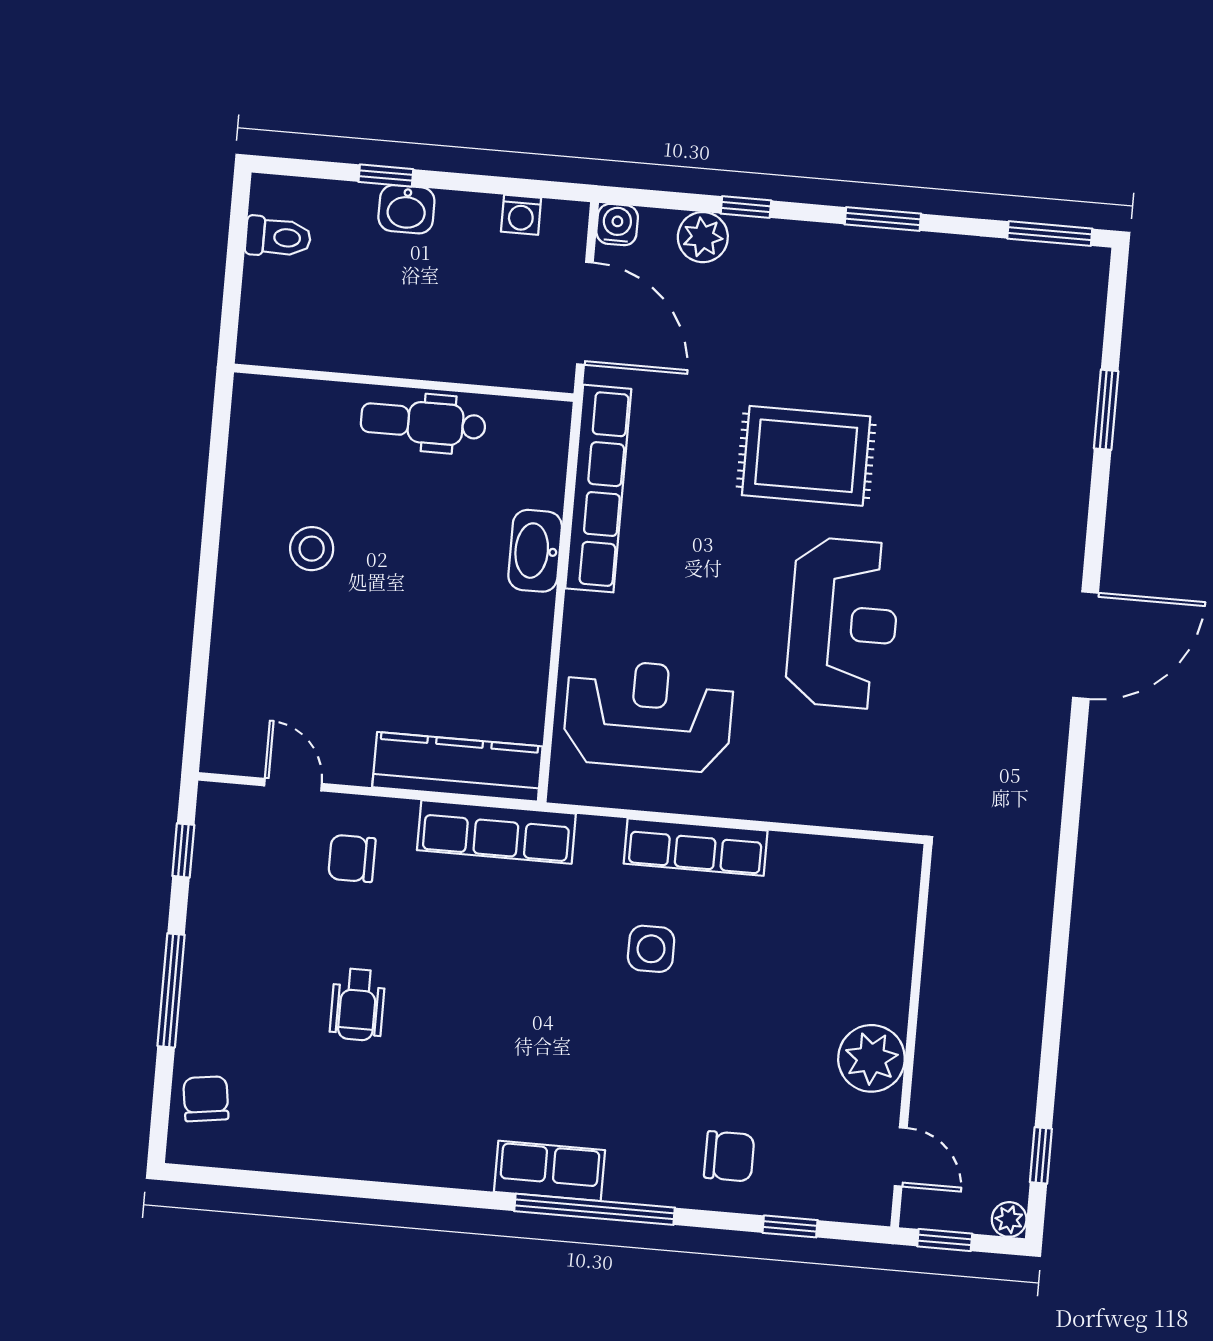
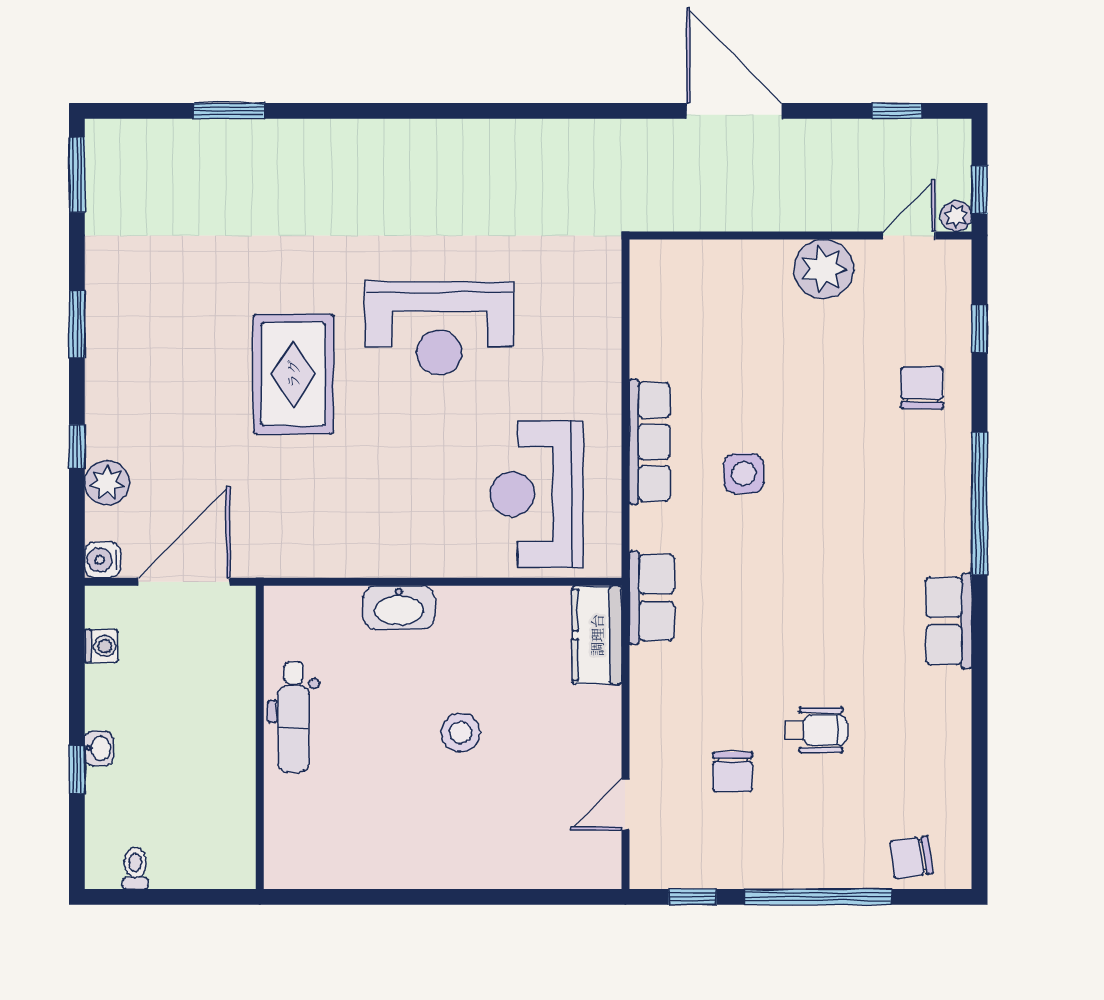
washbasin: (406, 209) -> (99, 748), width x0.72, depth x0.69
toilet: (278, 237) -> (135, 868), width x0.73, depth x0.72
row of seats: (598, 489) -> (339, 556), removed
stool: (312, 549) -> (461, 732), moved
reception desk: (843, 623) -> (439, 328), turned 180
door: (1086, 645) -> (734, 111), moved
kitchen counter: (457, 767) -> (597, 635), width x0.67
row of seats: (496, 832) -> (652, 598), width x0.68
chair: (352, 858) -> (732, 772), moved
window: (171, 990) -> (818, 897), width x1.46
row of seats: (549, 1171) -> (949, 621), moved
plant: (1009, 1219) -> (956, 216), moved

